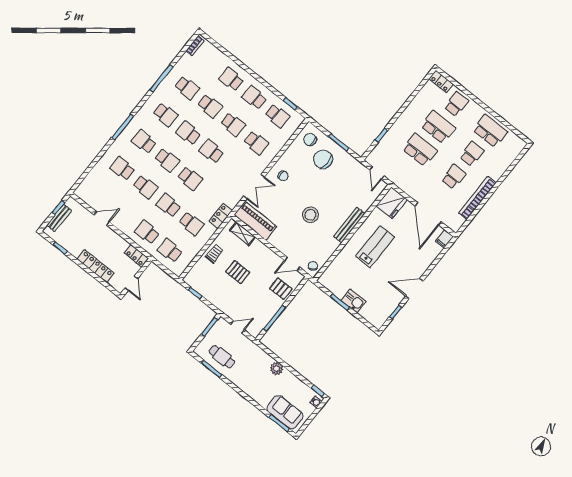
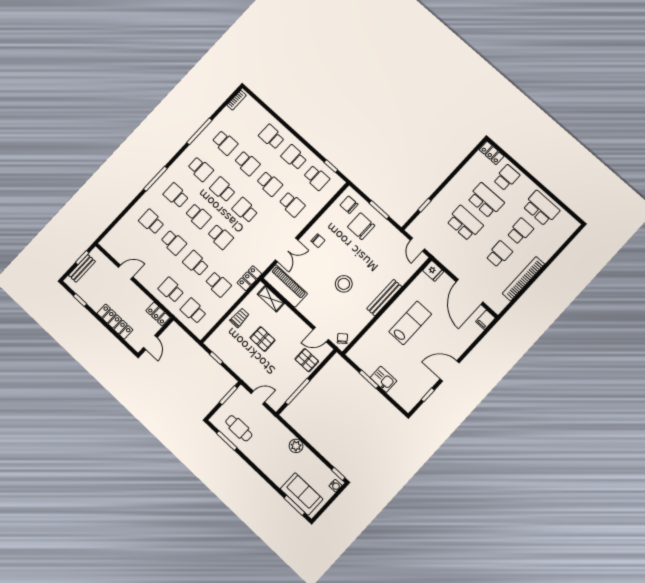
fridge: (392, 203) -> (433, 271), width x0.53, depth x0.75

